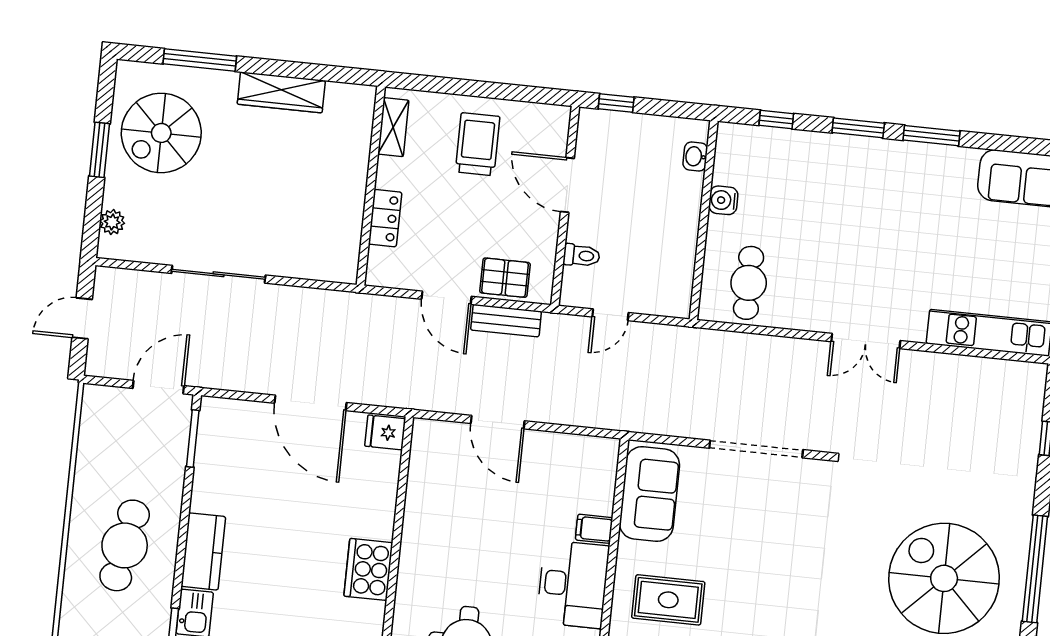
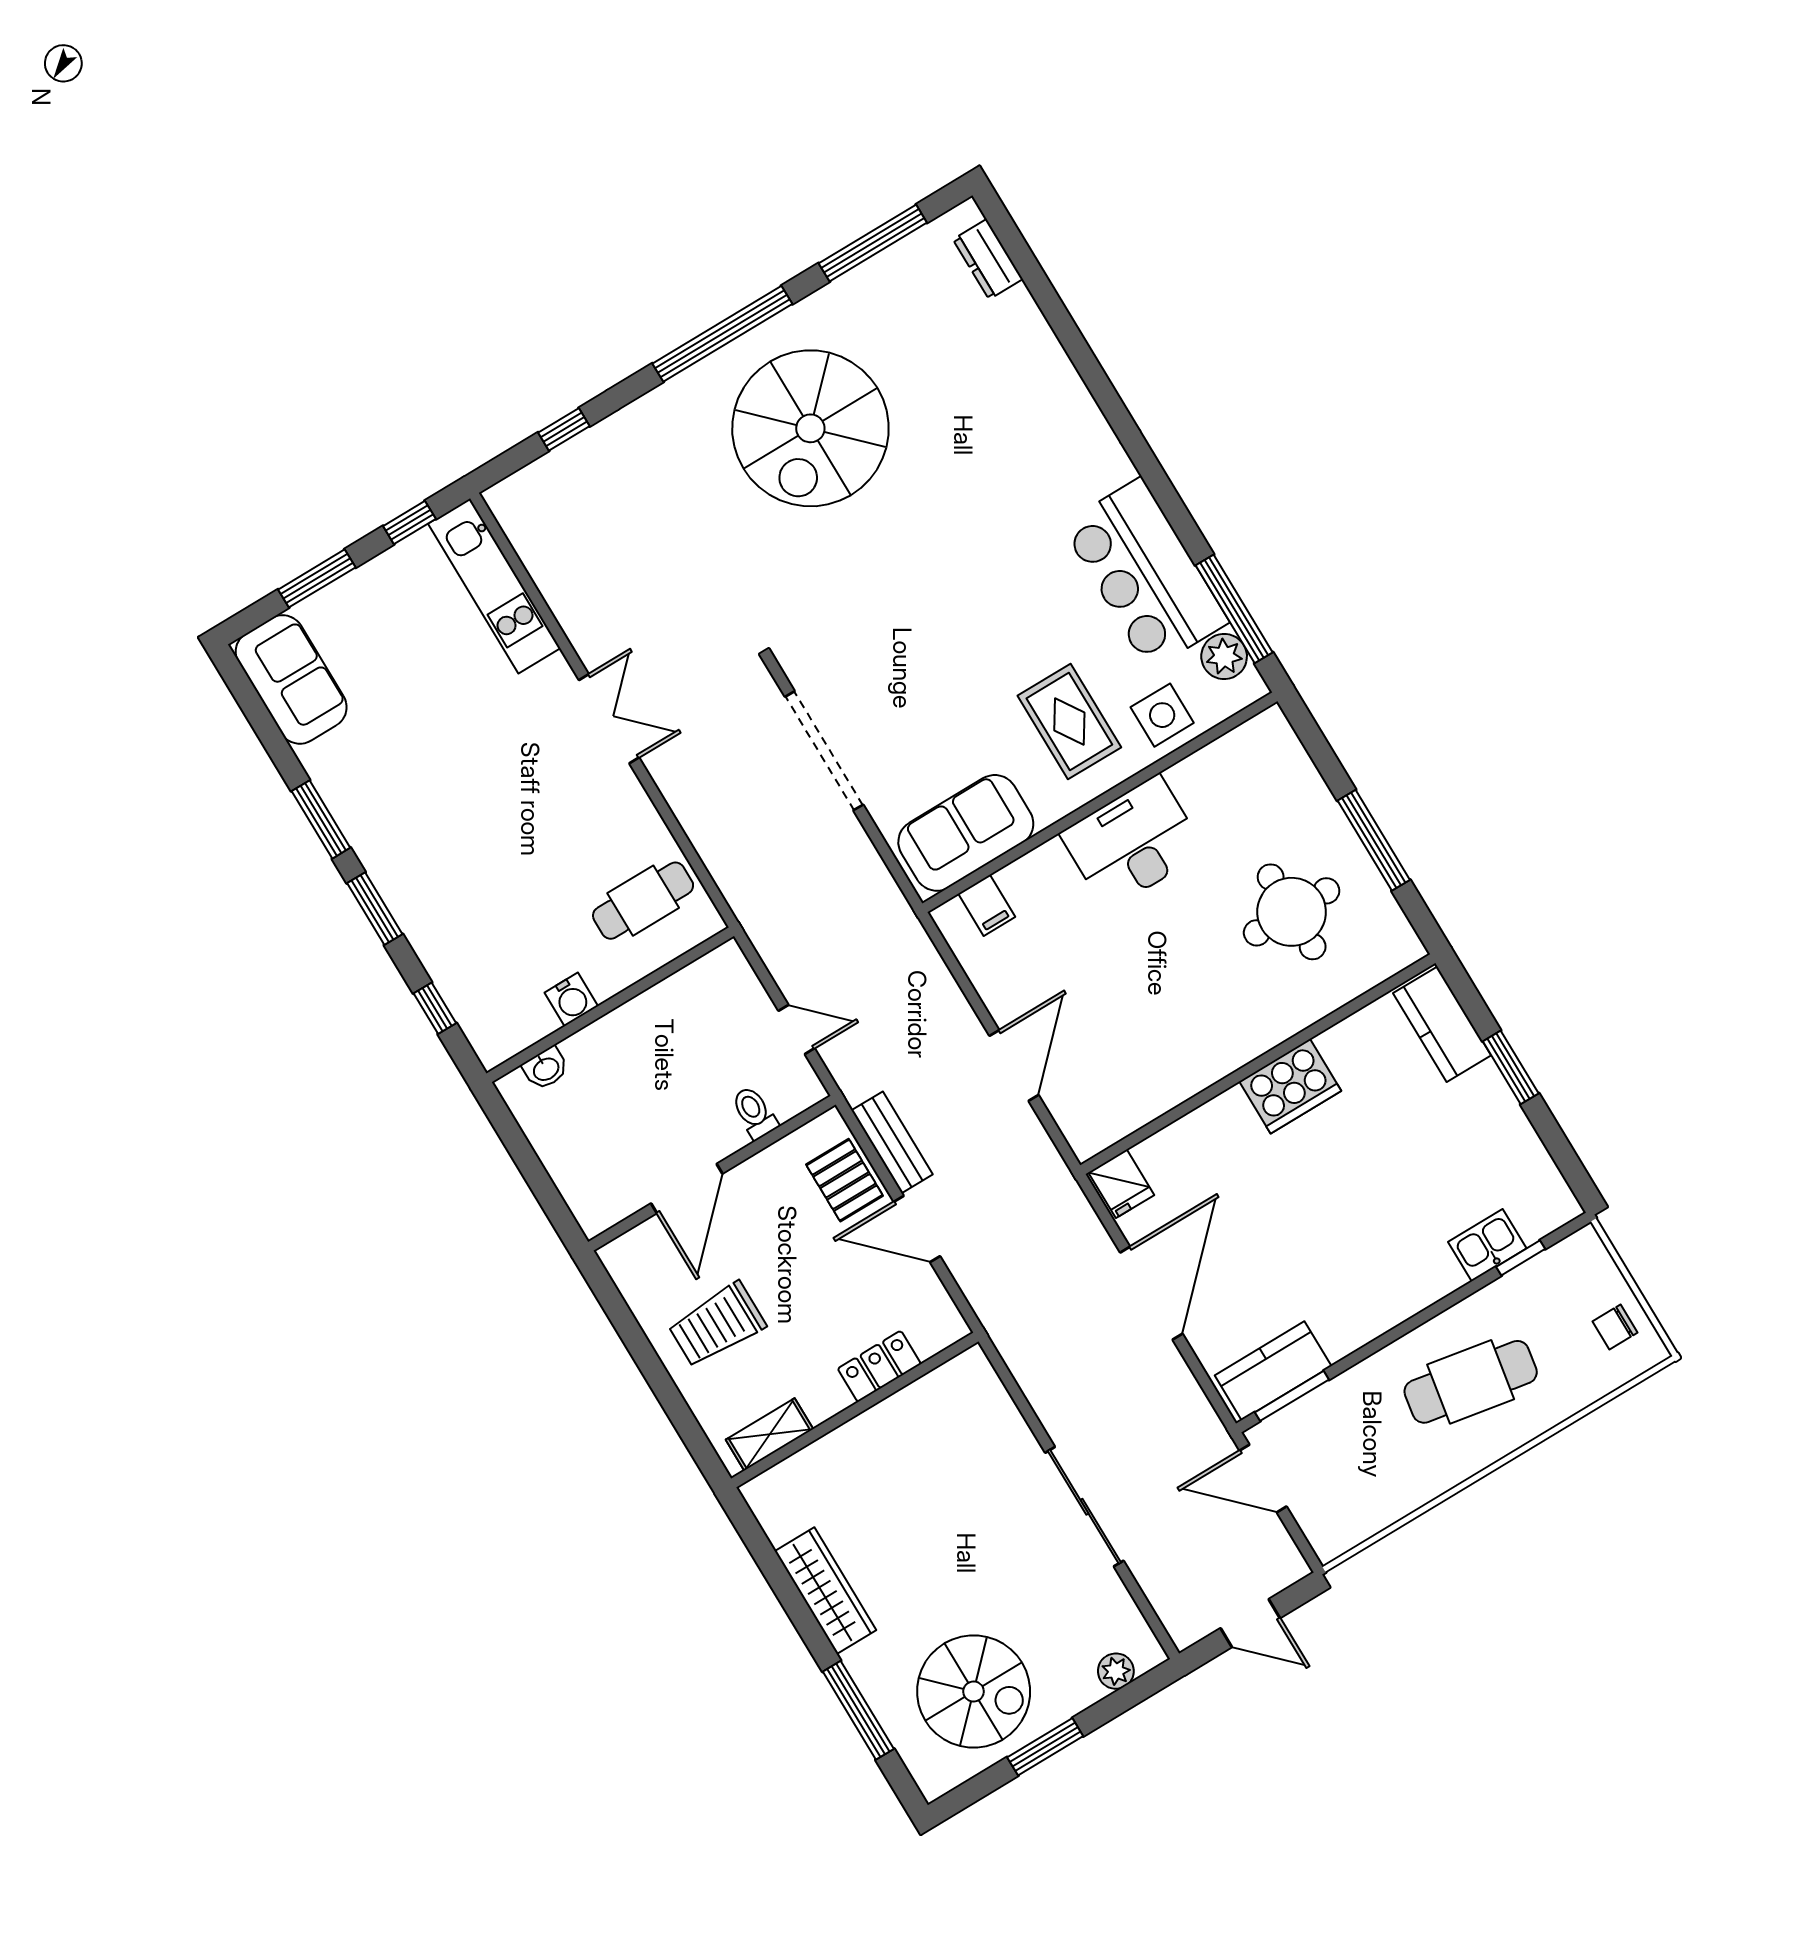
window: (616, 103) -> (553, 1203), removed
door: (447, 298) -> (917, 1229), swing flipped
filing cabinet: (594, 529) -> (987, 905), moved
kitchen counter: (203, 551) -> (1273, 1371), moved

